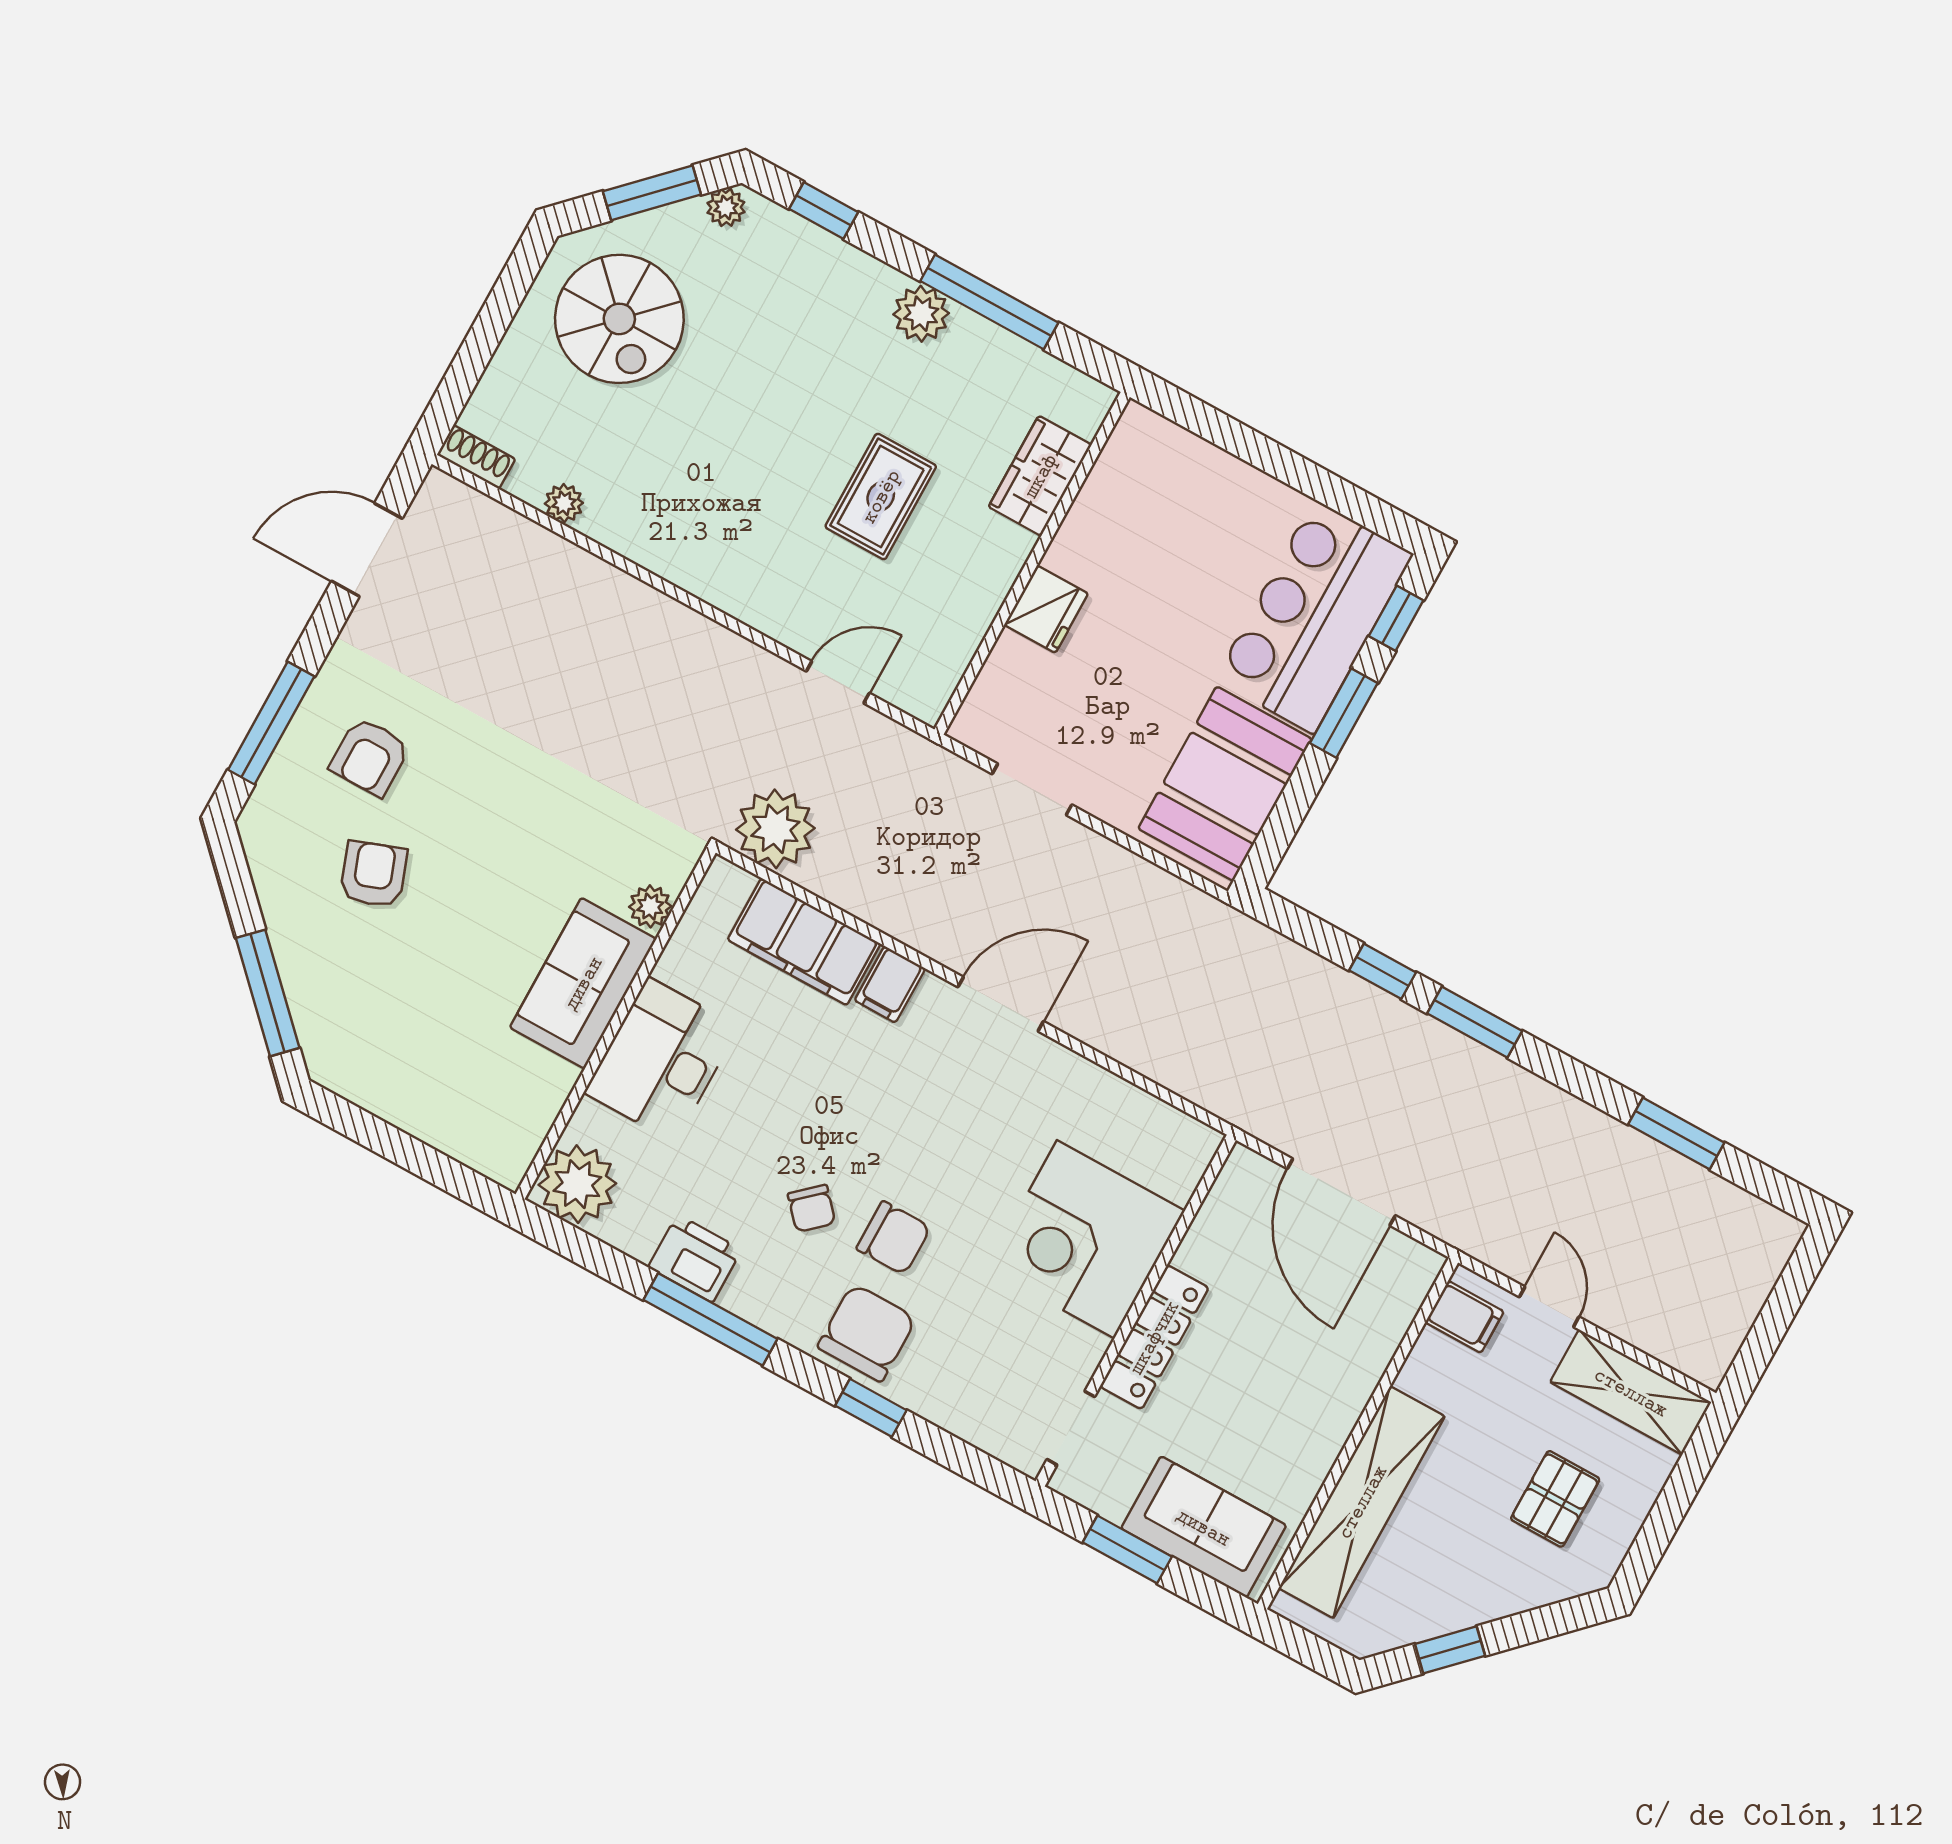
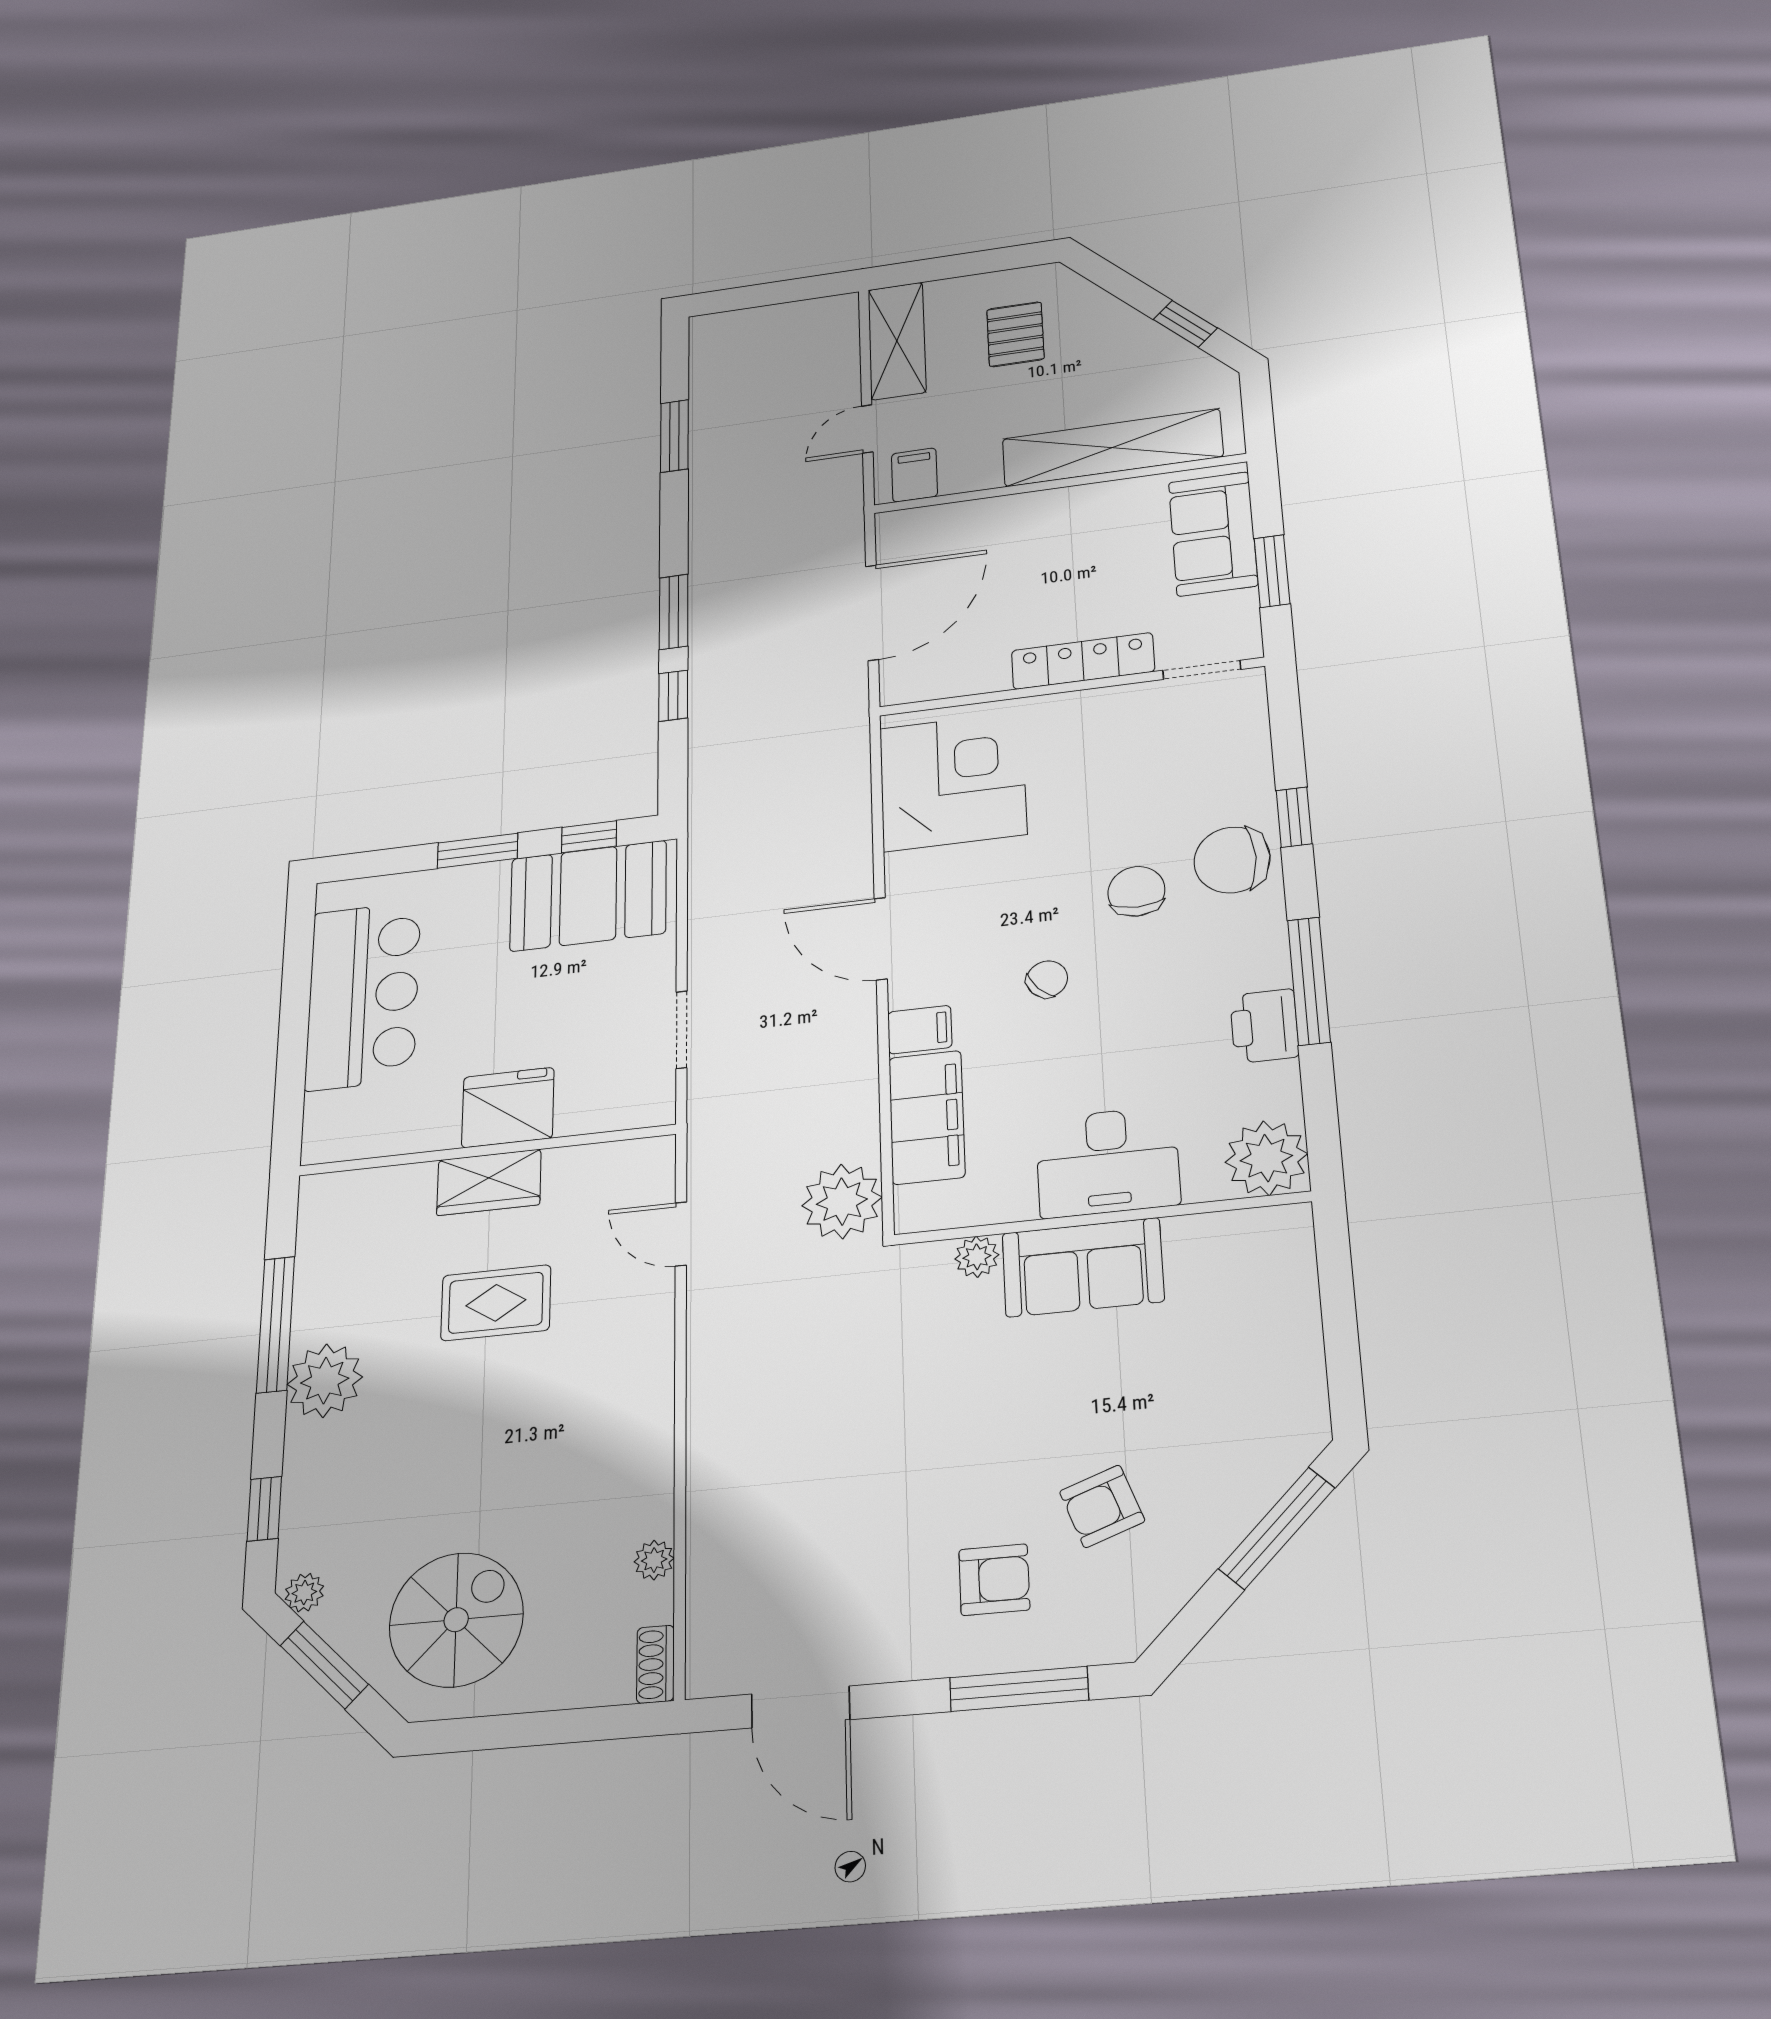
plant: (921, 314) -> (325, 1381), width x1.36, depth x1.36
wardrobe: (1040, 476) -> (489, 1182), moved
fridge: (1046, 609) -> (508, 1108), width x1.36, depth x1.34
bar counter: (1314, 617) -> (363, 995), moved, turned -90
window: (1396, 618) -> (589, 837), moved
chair: (812, 1208) -> (1047, 979), moved
corner desk: (1086, 1239) -> (953, 781), moved, turned -90
pallet: (1555, 1499) -> (1015, 334), turned 90

